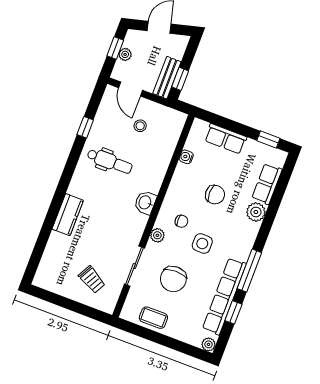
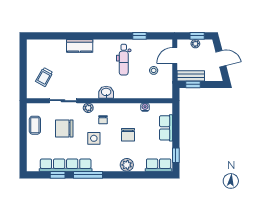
row of seats: (267, 184) -> (159, 165), moved
plant: (209, 344) -> (31, 167), removed

